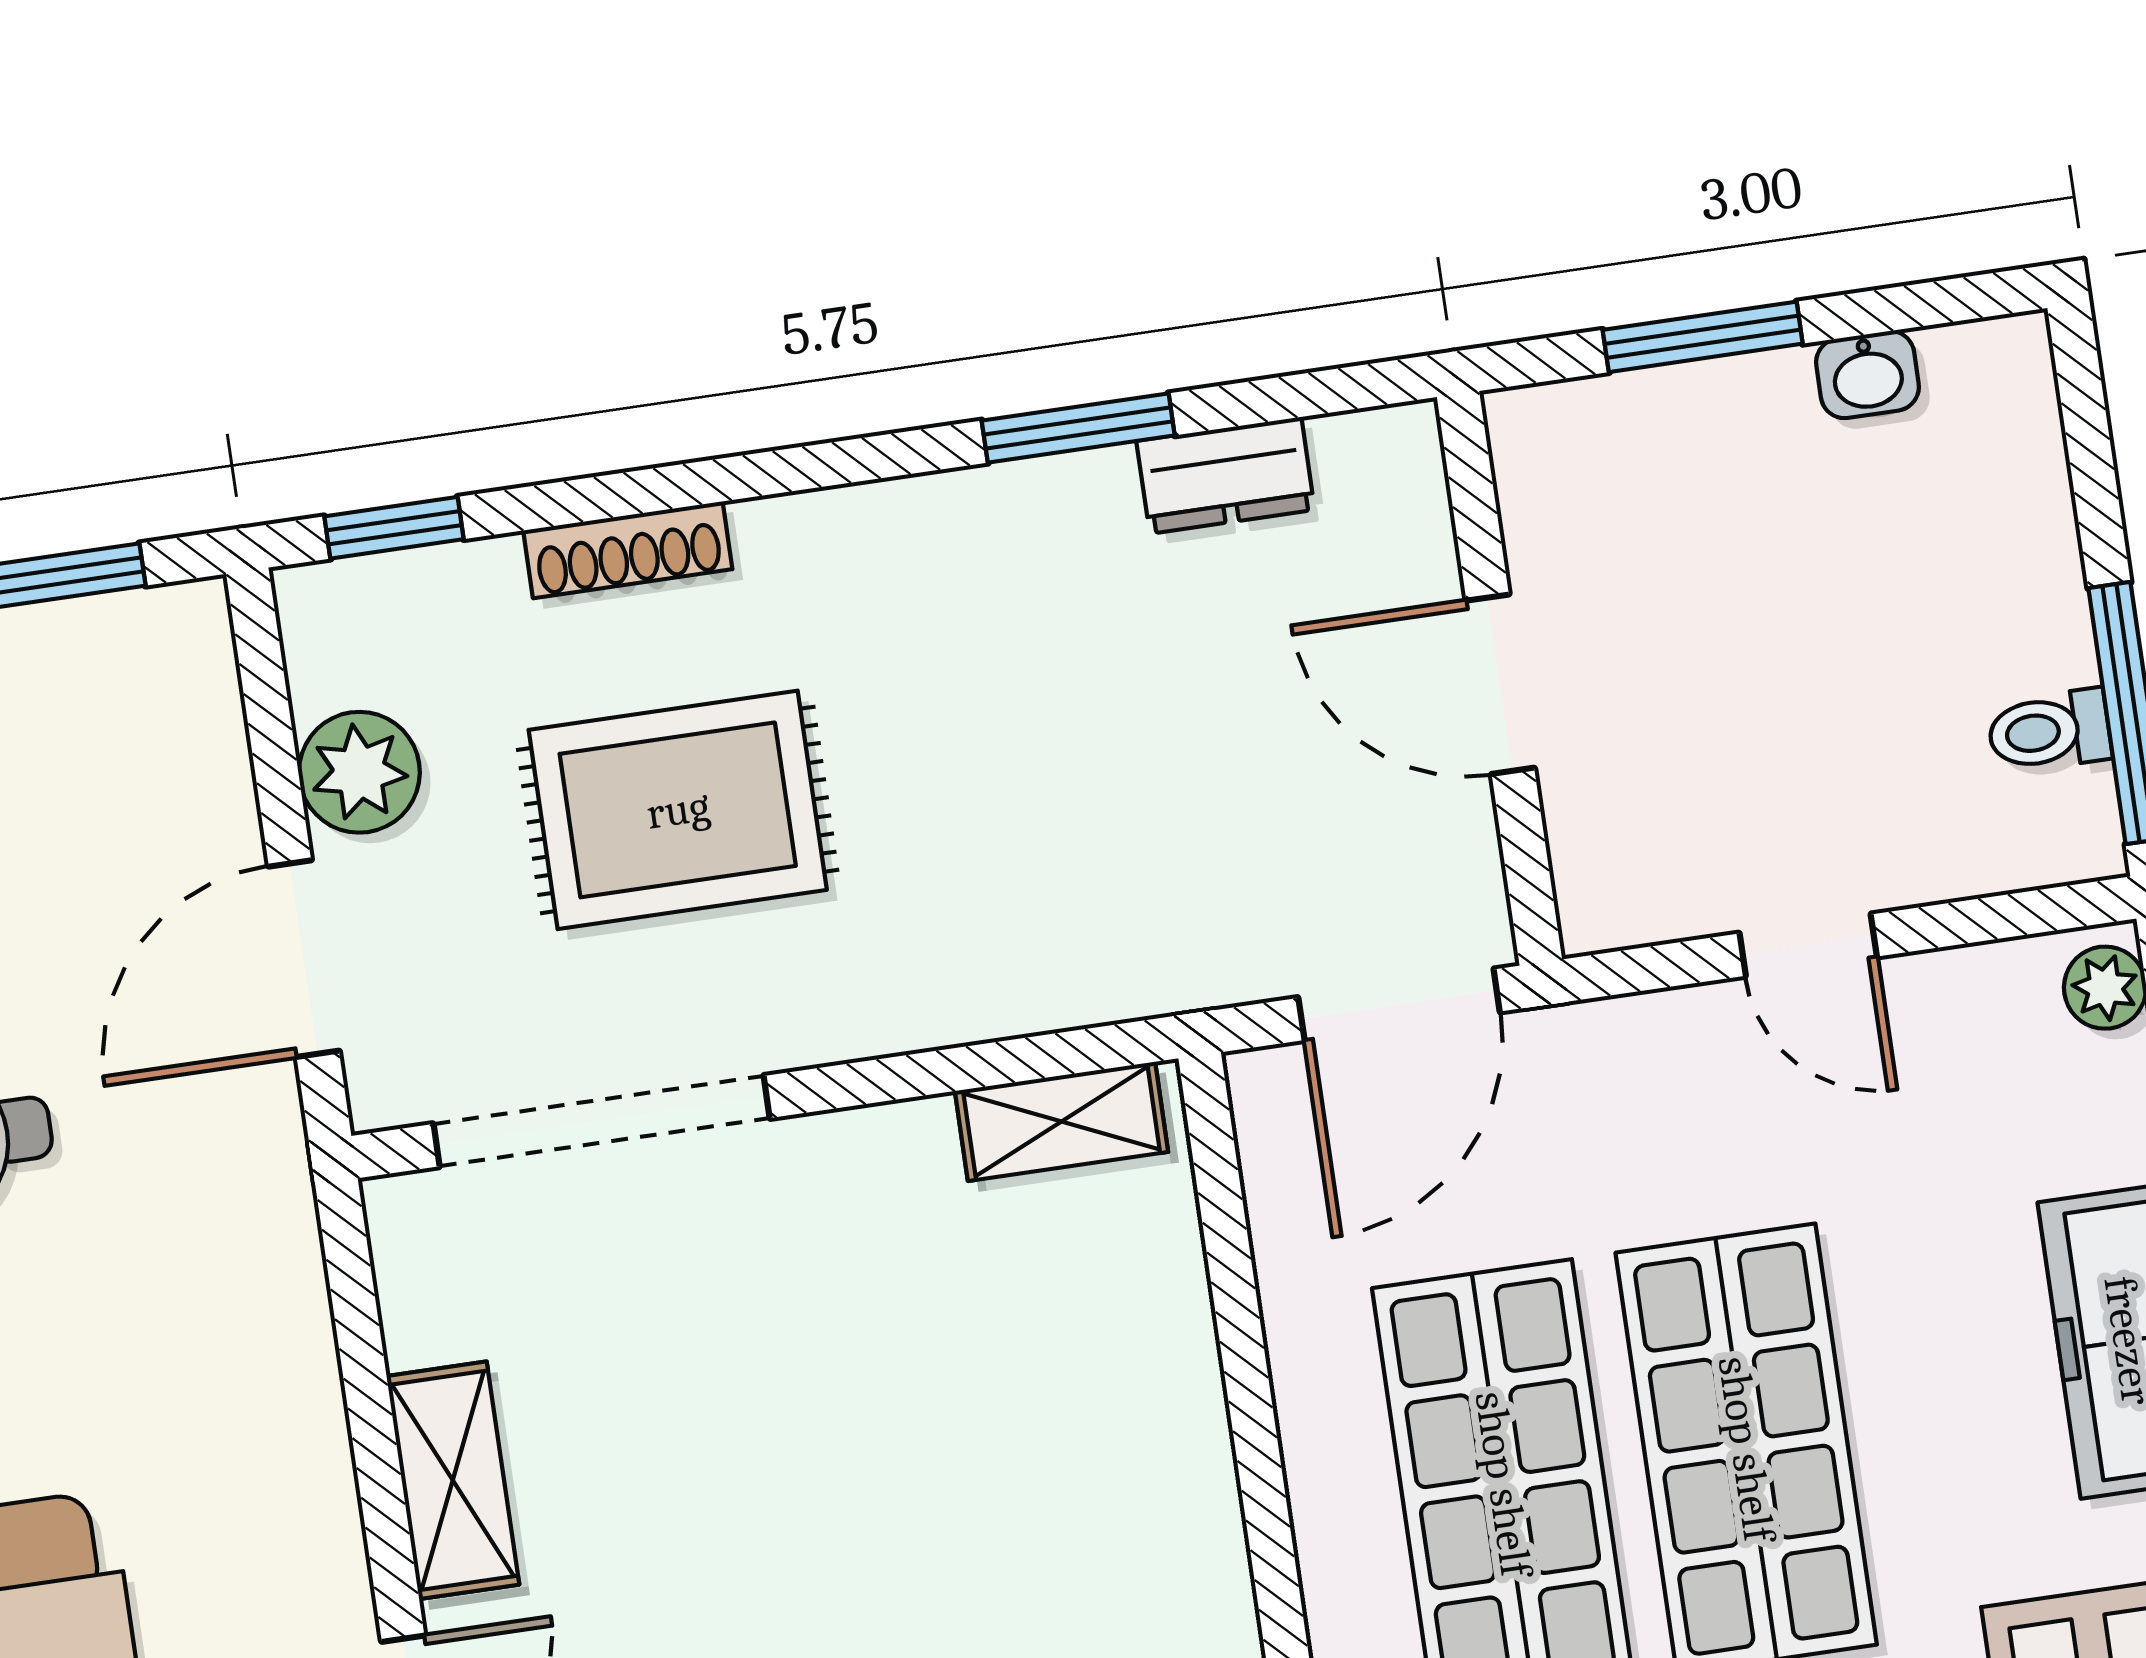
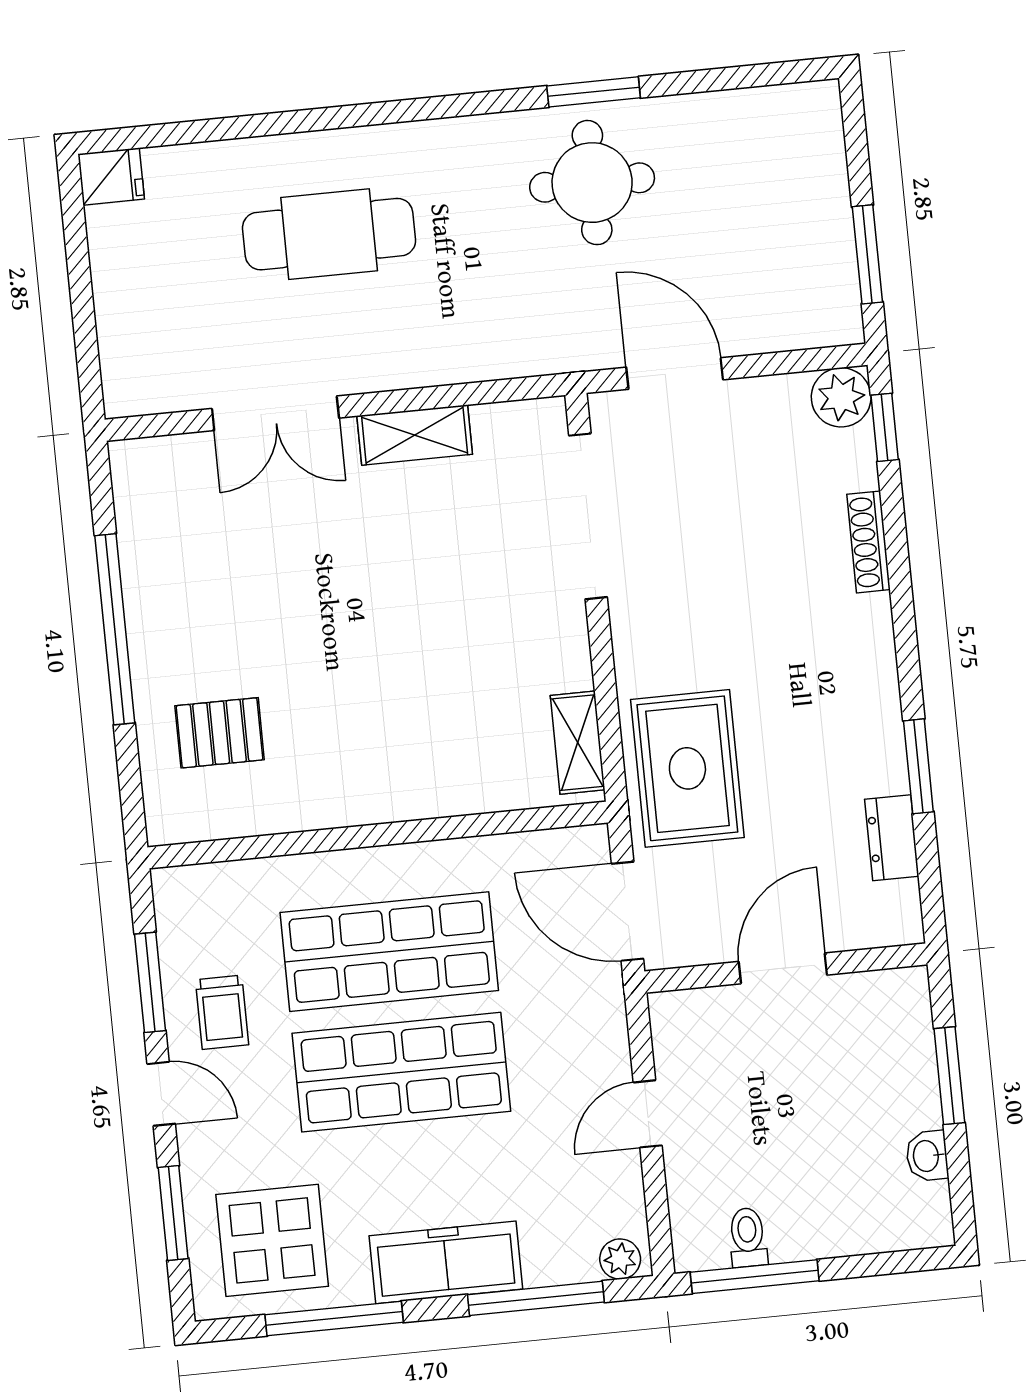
plant: (359, 772) -> (841, 397), moved
rug: (678, 810) -> (687, 768), moved

